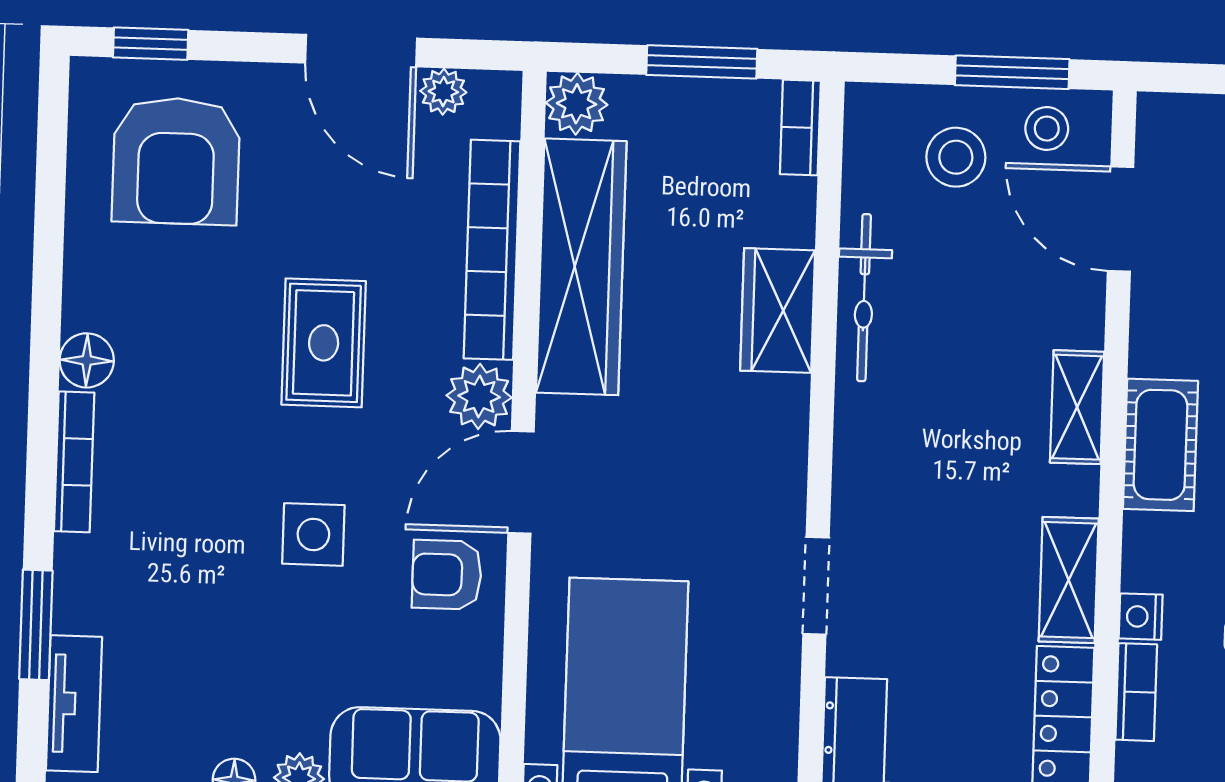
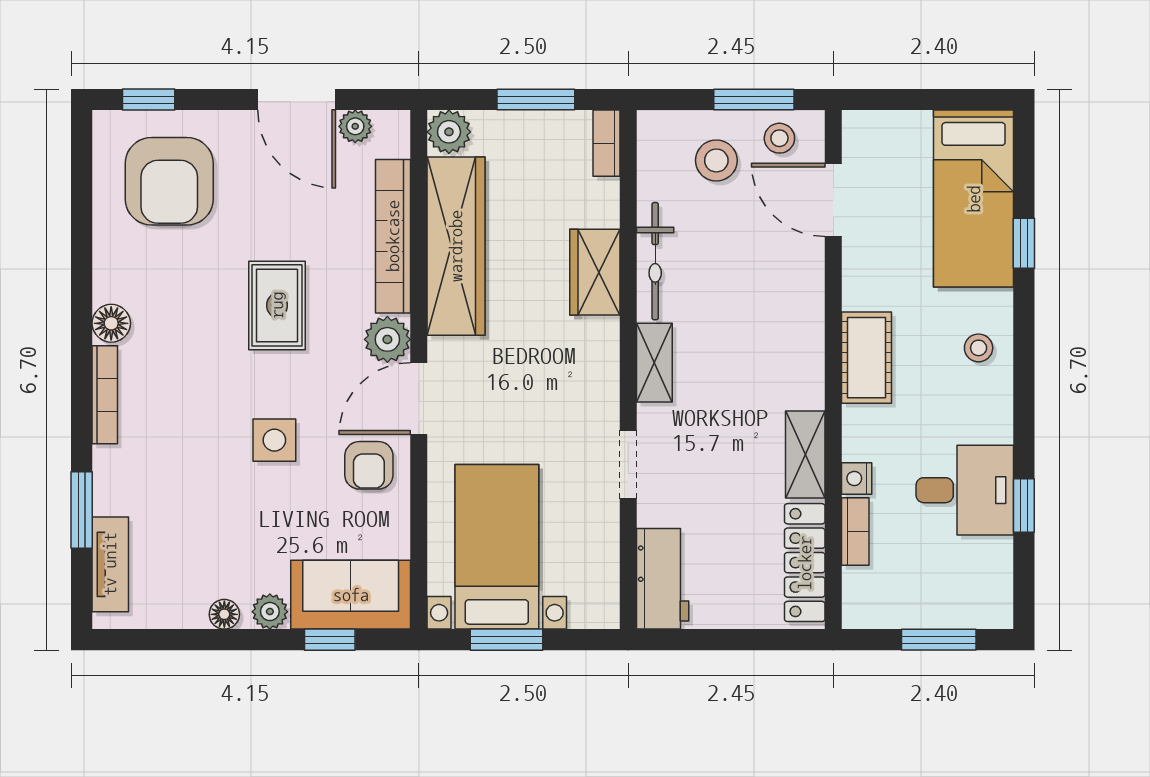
shelving: (1077, 407) -> (654, 363), moved
armchair: (447, 575) -> (369, 465), turned -90

